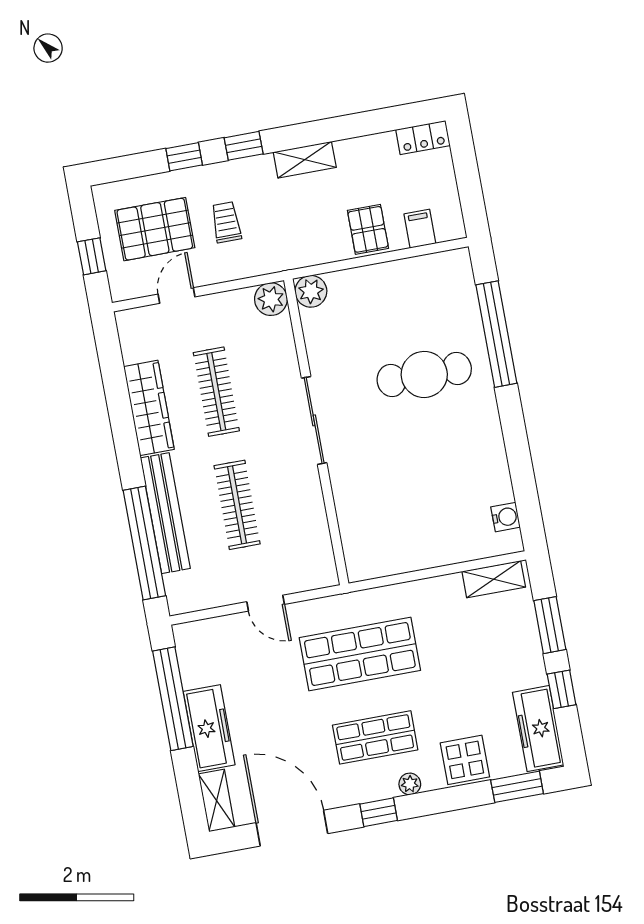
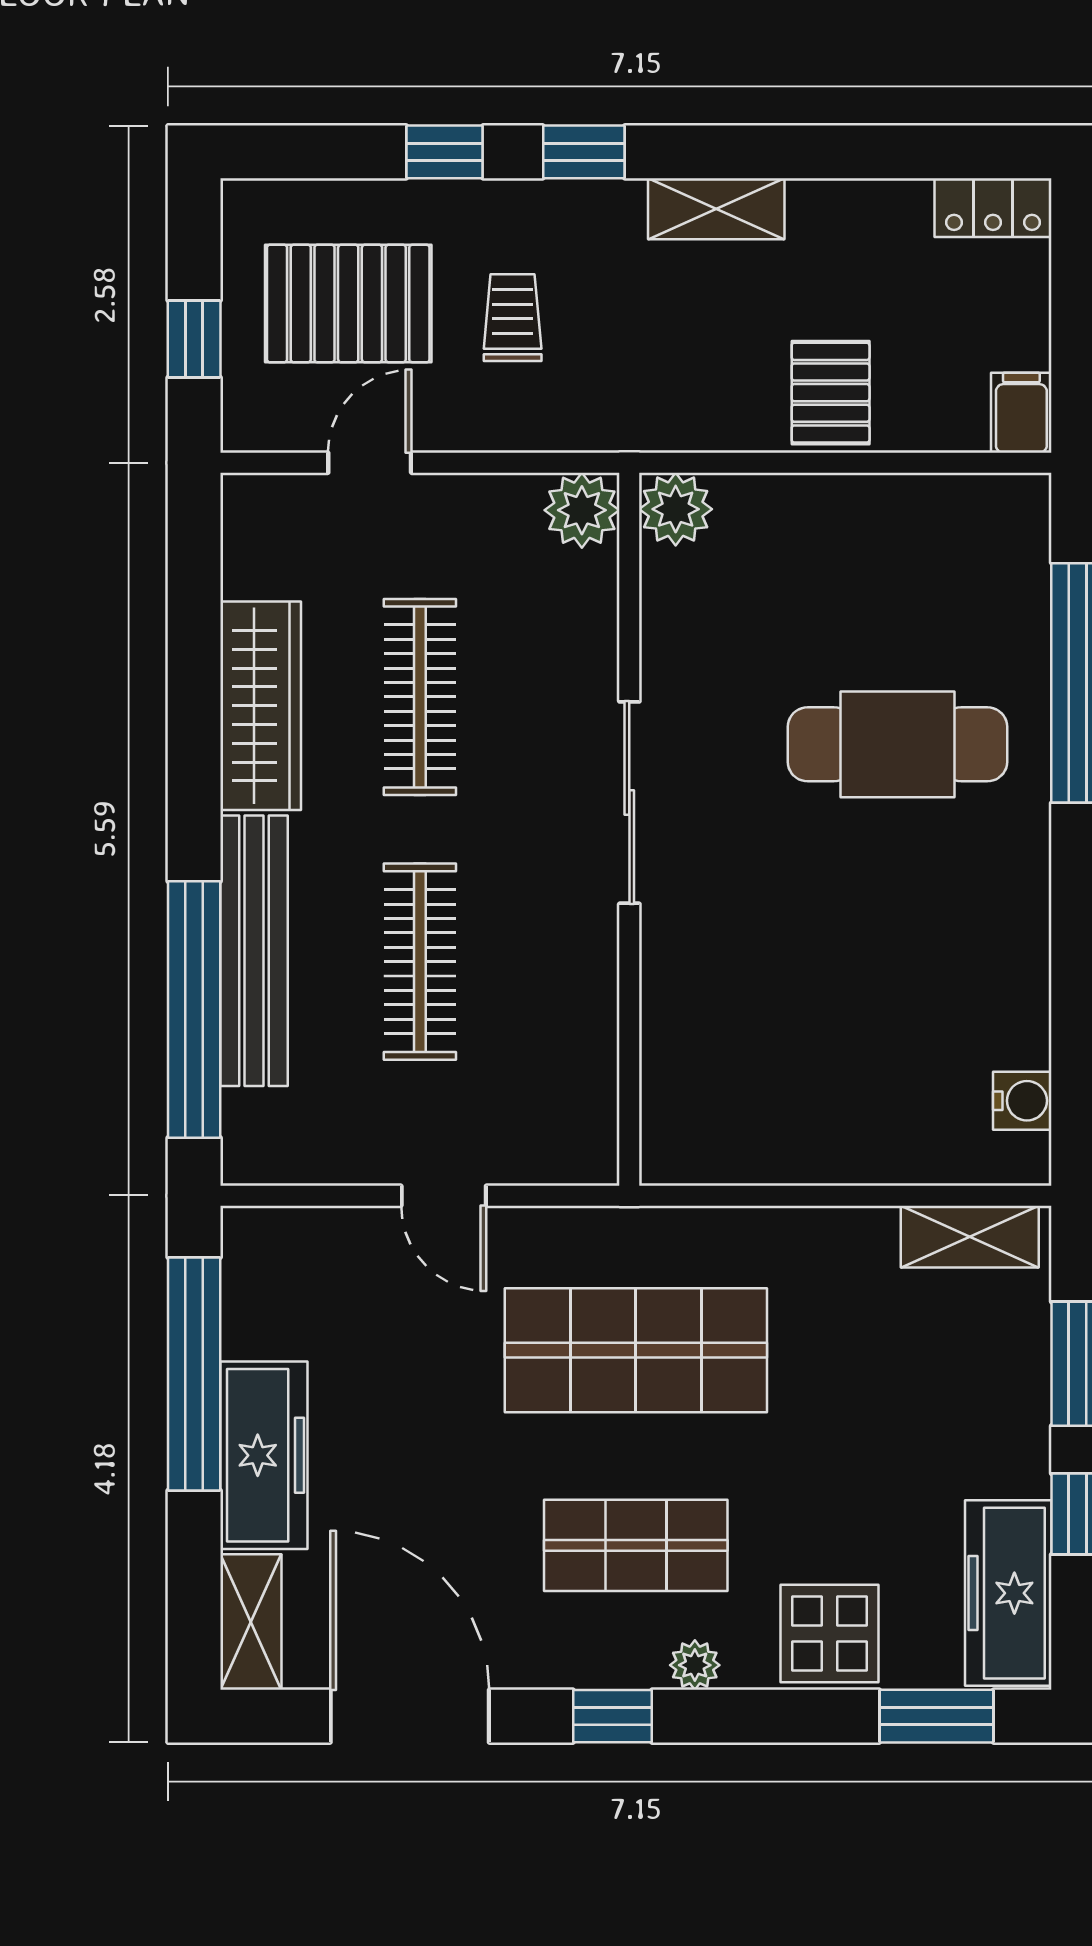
filing cabinet: (420, 229) -> (1021, 413), moved

